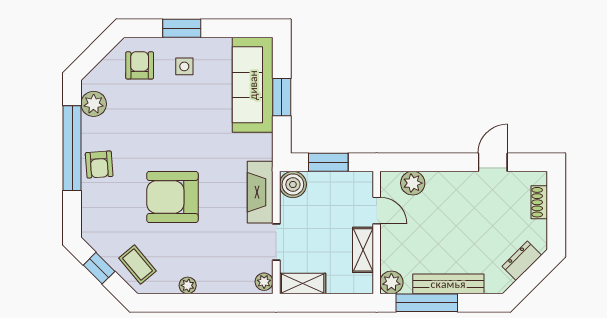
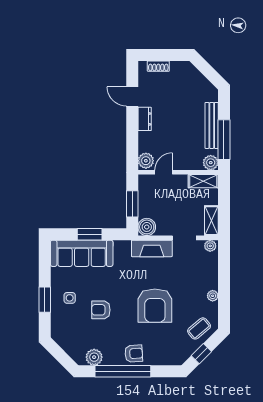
armchair: (140, 65) -> (101, 310), moved
plant: (413, 183) -> (146, 161), moved
shelving: (363, 250) -> (203, 181), moved
dresser: (522, 261) -> (145, 119), moved, turned -135

